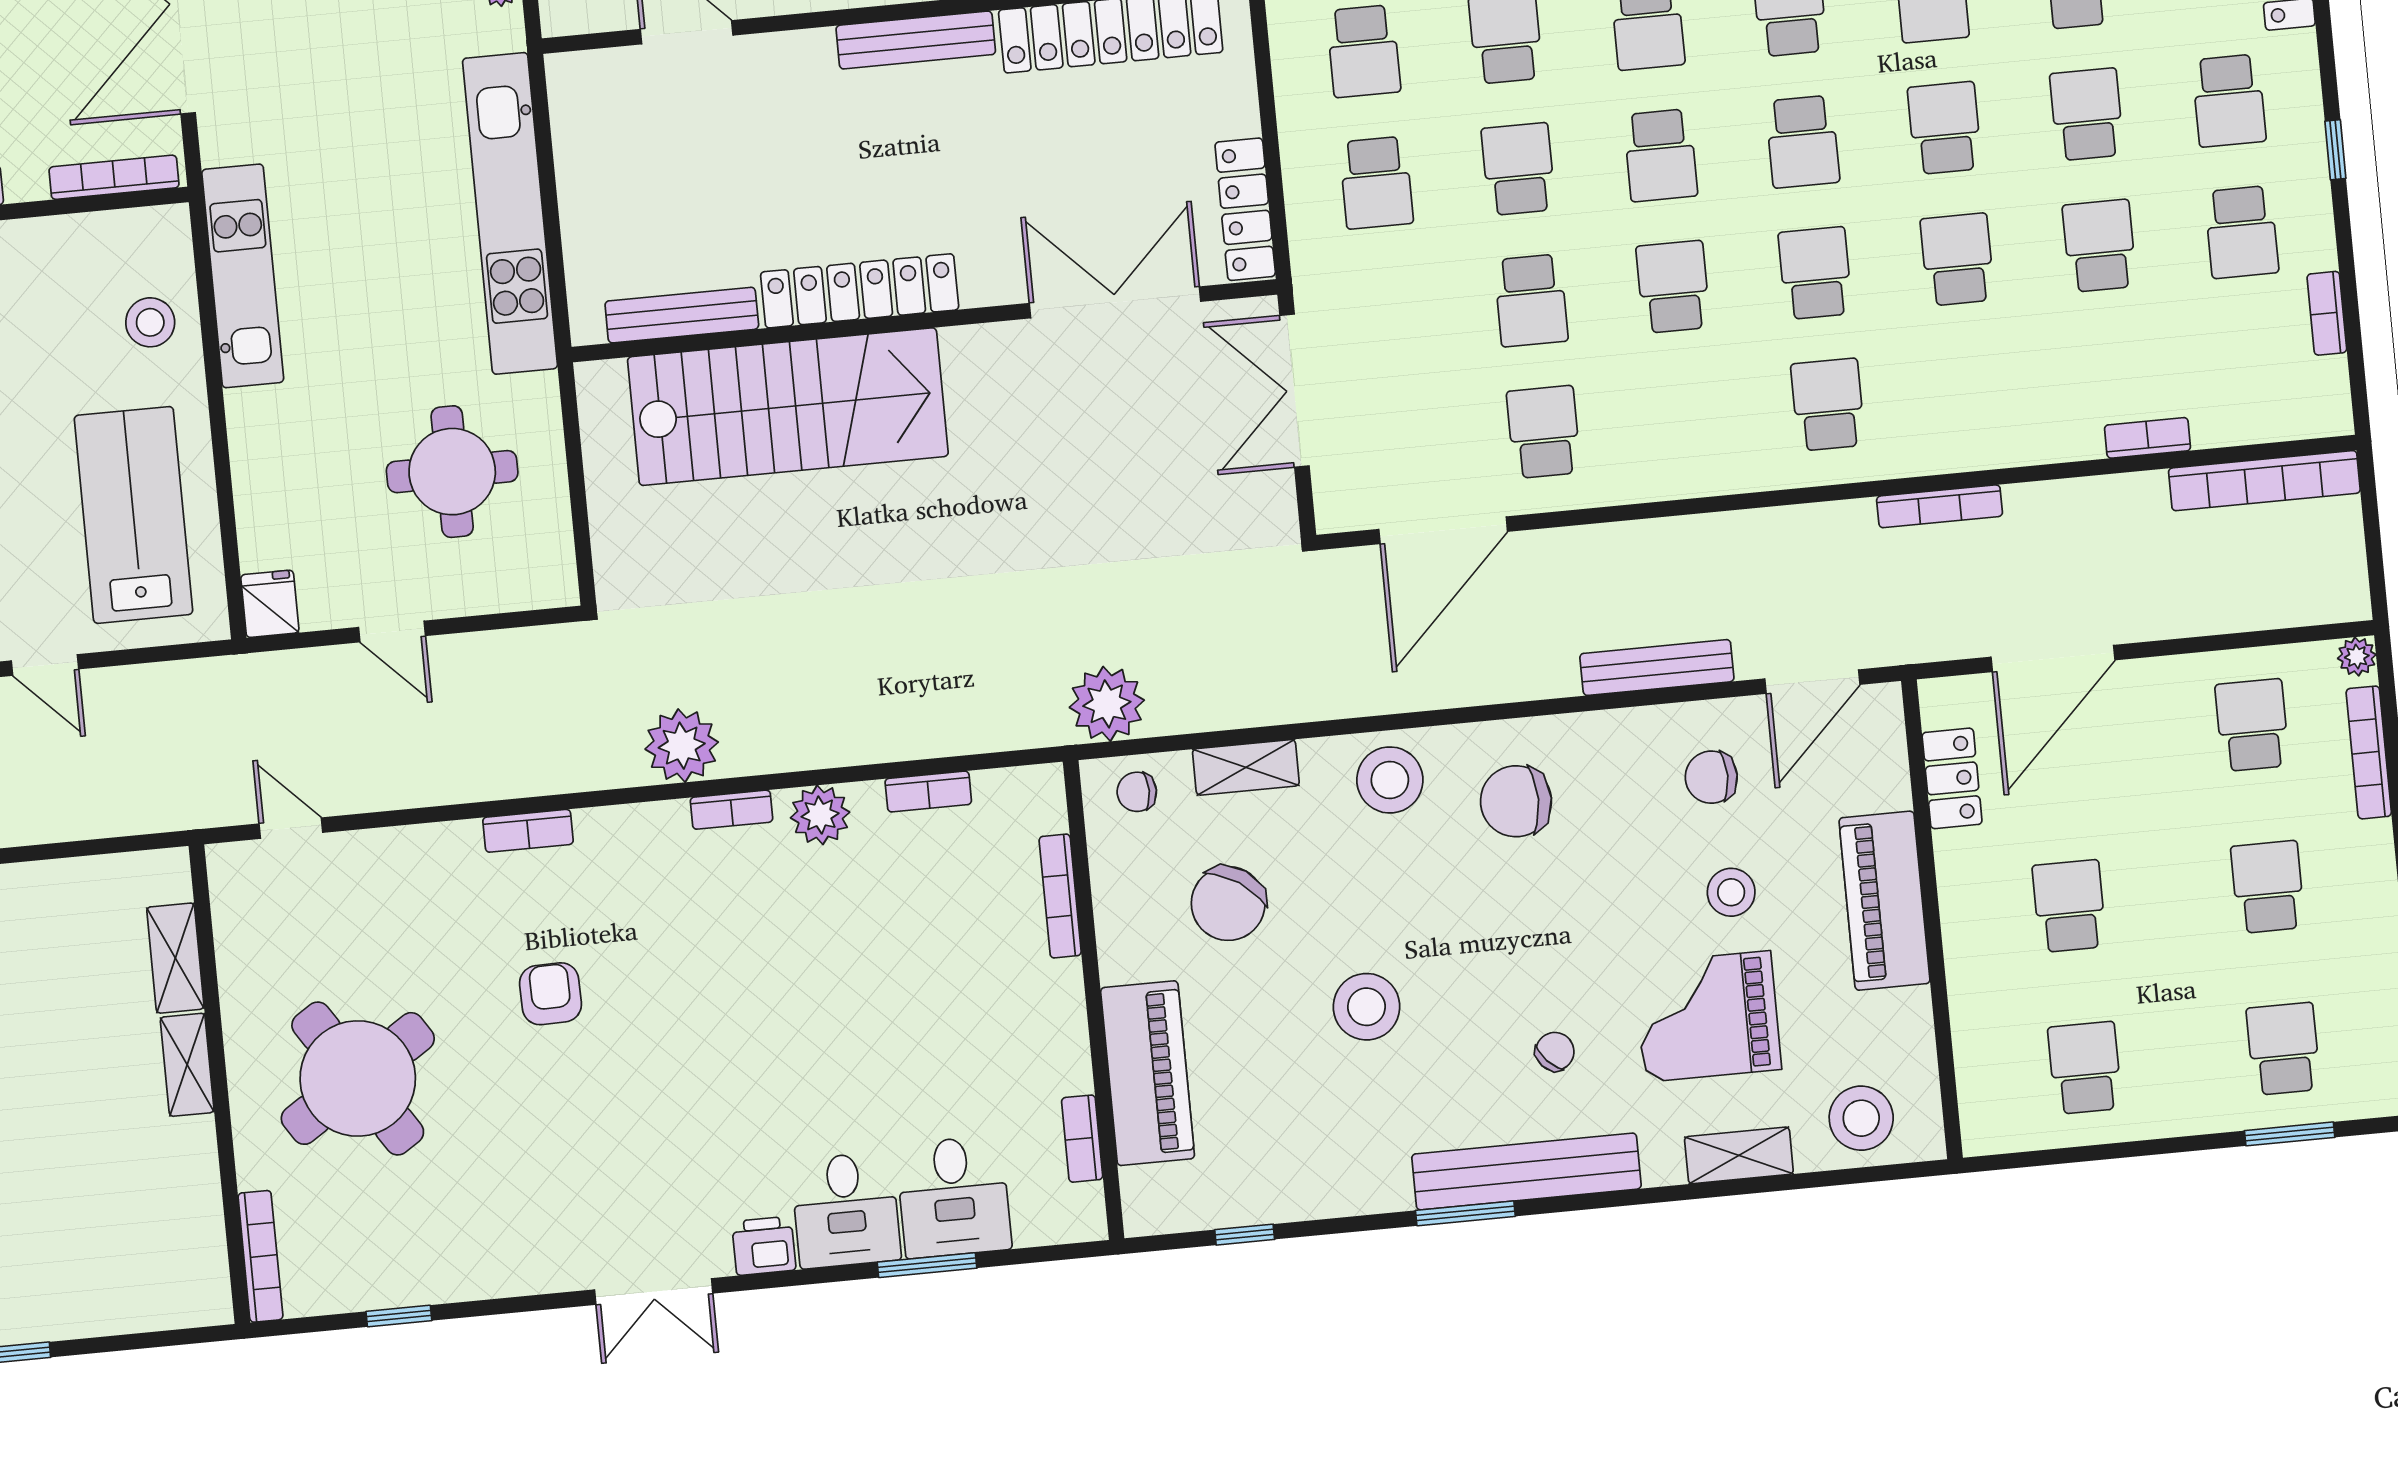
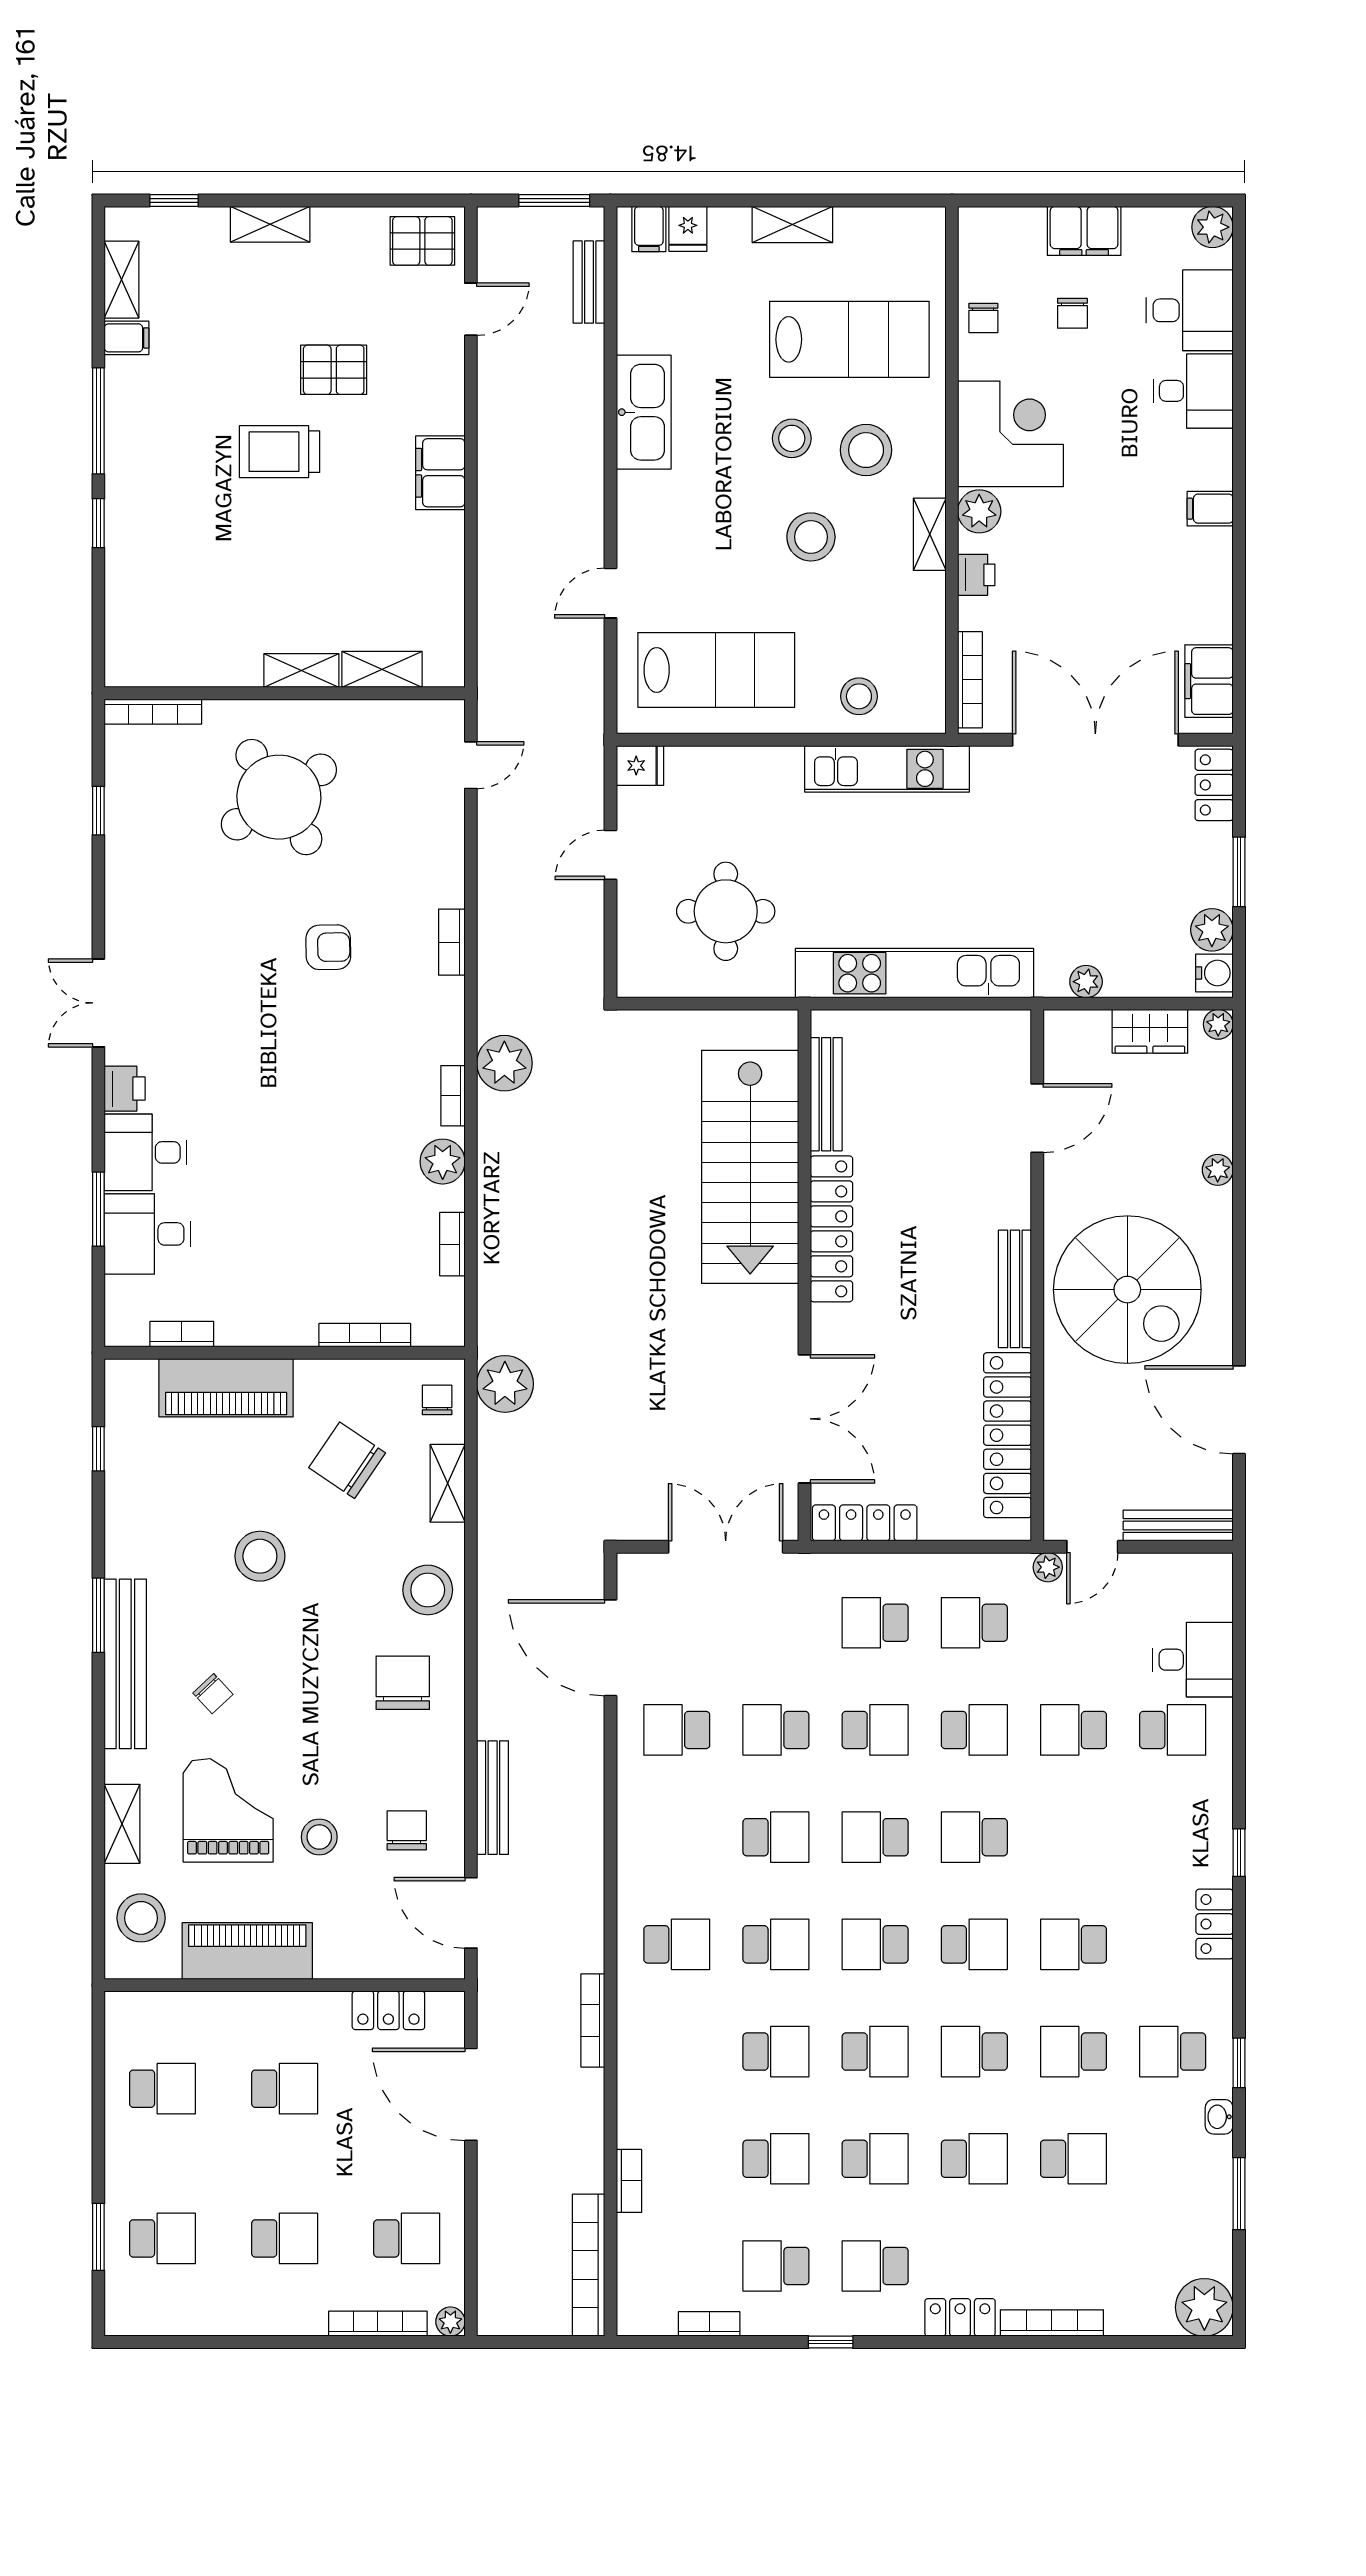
school desk: (1544, 432) -> (677, 1730), turned 180
piano: (1885, 901) -> (247, 1951), moved

